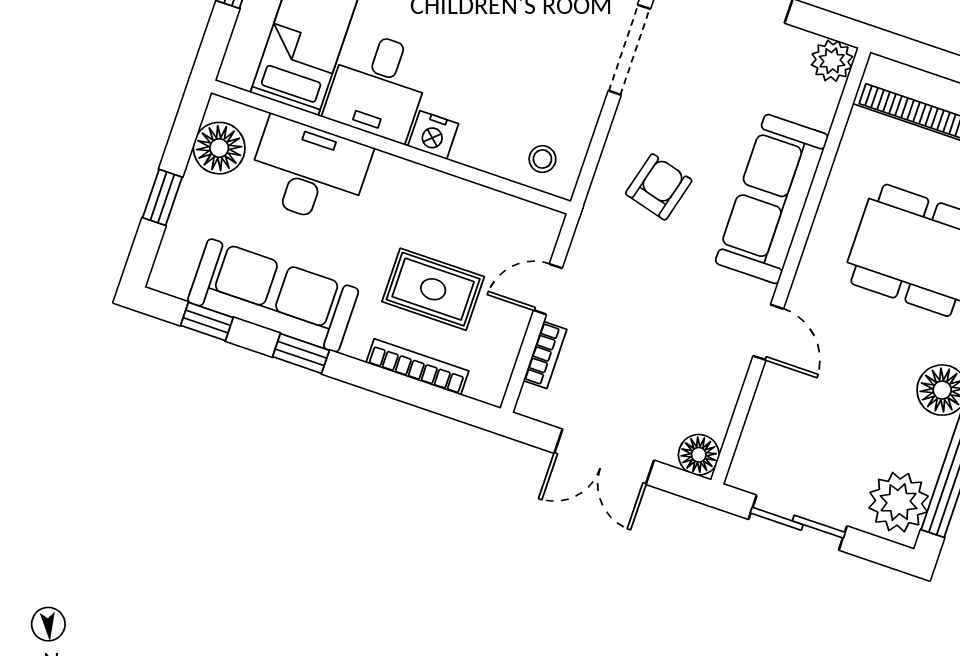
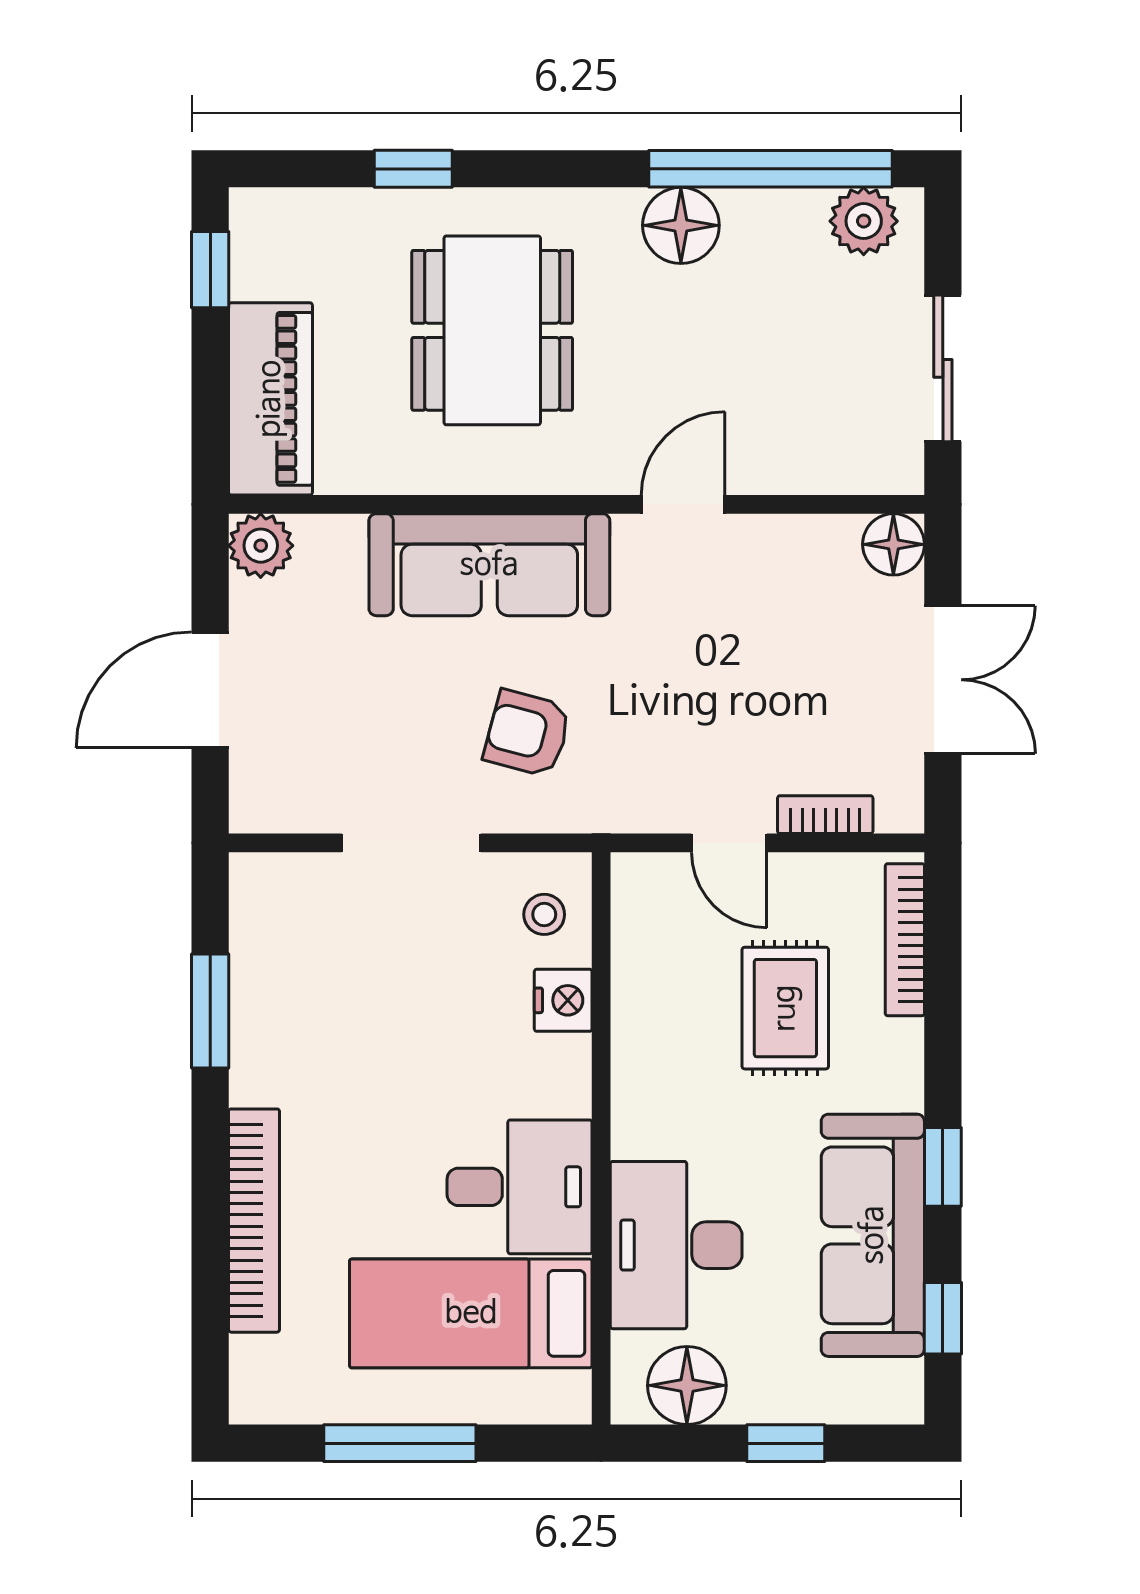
doorway: (629, 50) -> (411, 843), moved
nightstand: (433, 135) -> (563, 1000), moved
bookcase: (417, 367) -> (905, 940), moved
plant: (899, 502) -> (864, 221), width x0.73, depth x0.73

